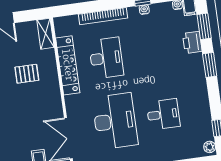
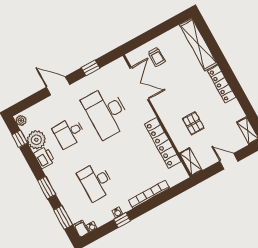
printer: (192, 42) -> (44, 158), moved
desk: (106, 58) -> (96, 181), moved
pallet: (27, 74) -> (193, 123), turned 90
plant: (201, 120) -> (36, 140), added

